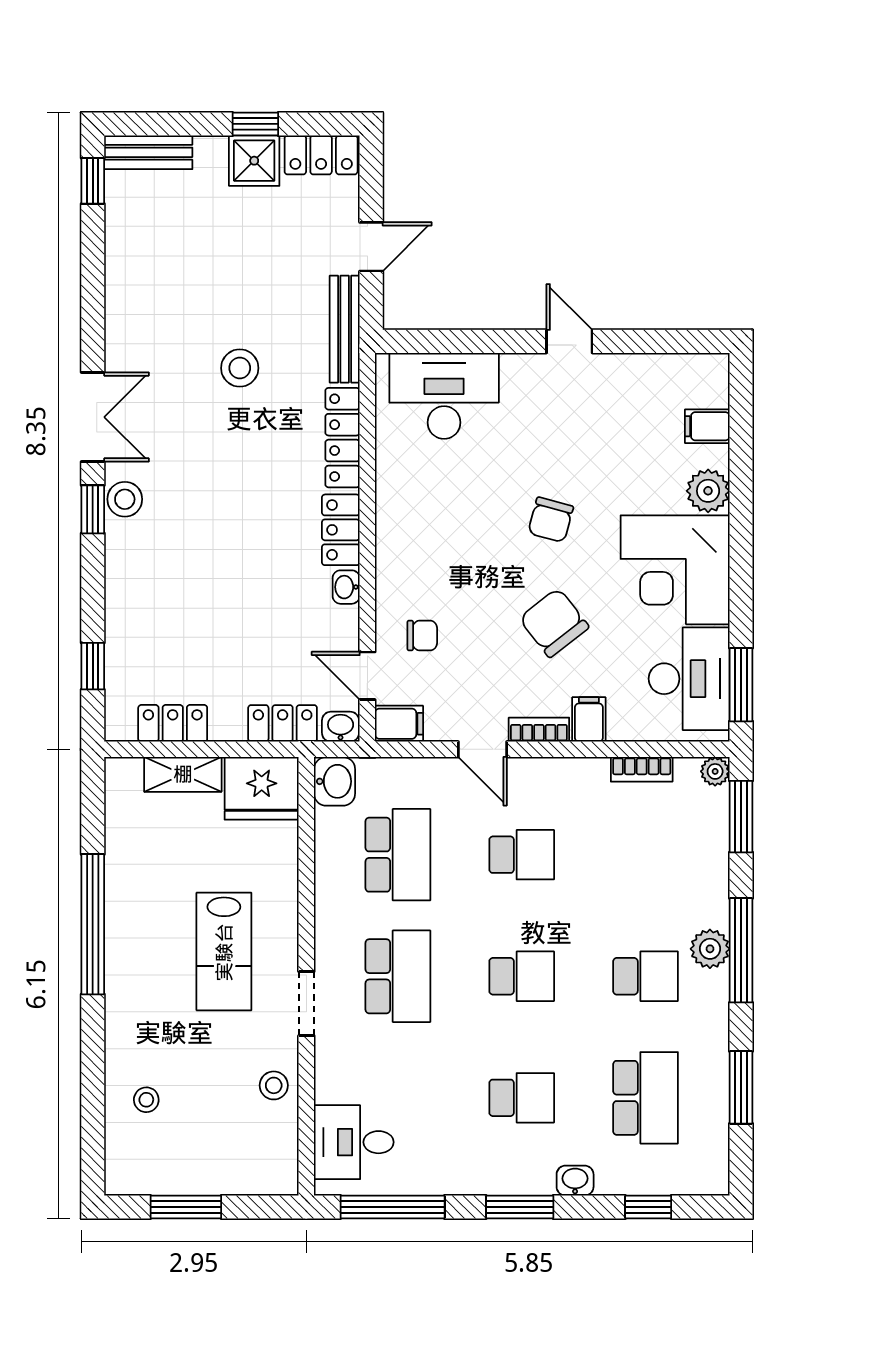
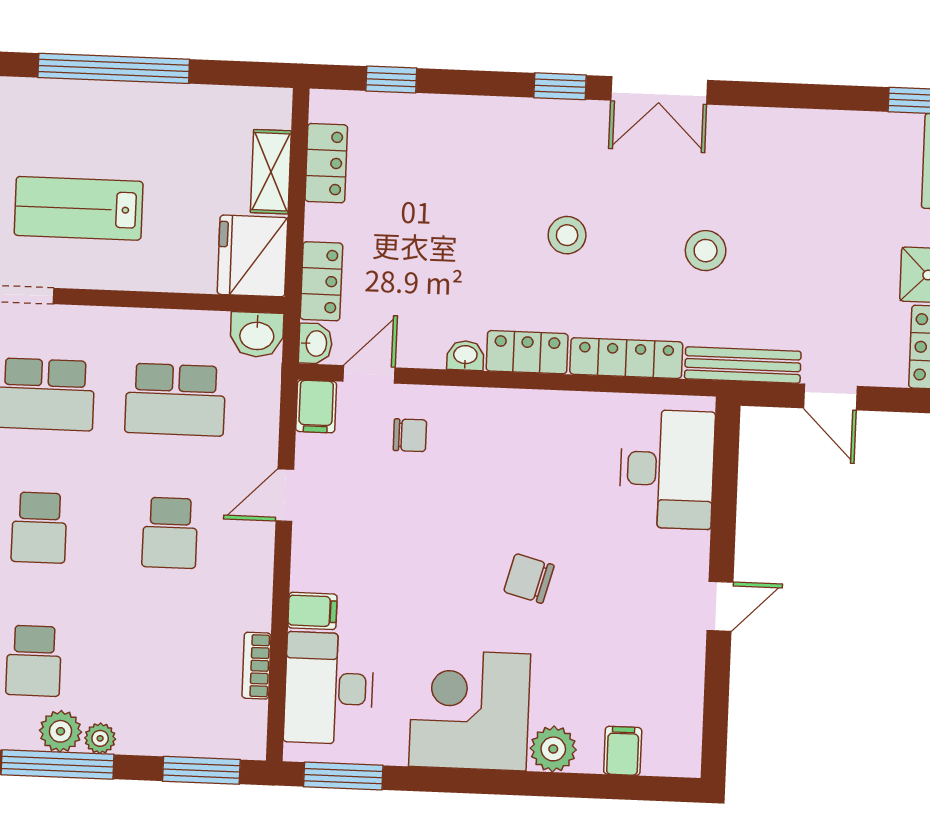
stool: (125, 499) -> (567, 235), moved
chair: (554, 623) -> (418, 578), removed
chair: (422, 636) -> (410, 435), turned -90
desk: (689, 679) -> (329, 688), moved, turned 90
bookcase: (539, 730) -> (304, 557), removed
plant: (715, 771) -> (100, 738), moved

